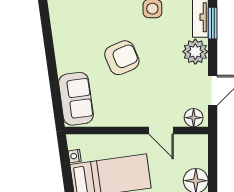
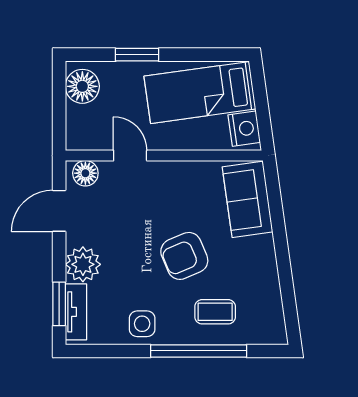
coffee table: (100, 17) -> (215, 312), added
nightstand: (75, 156) -> (244, 129), width x1.89, depth x1.79

